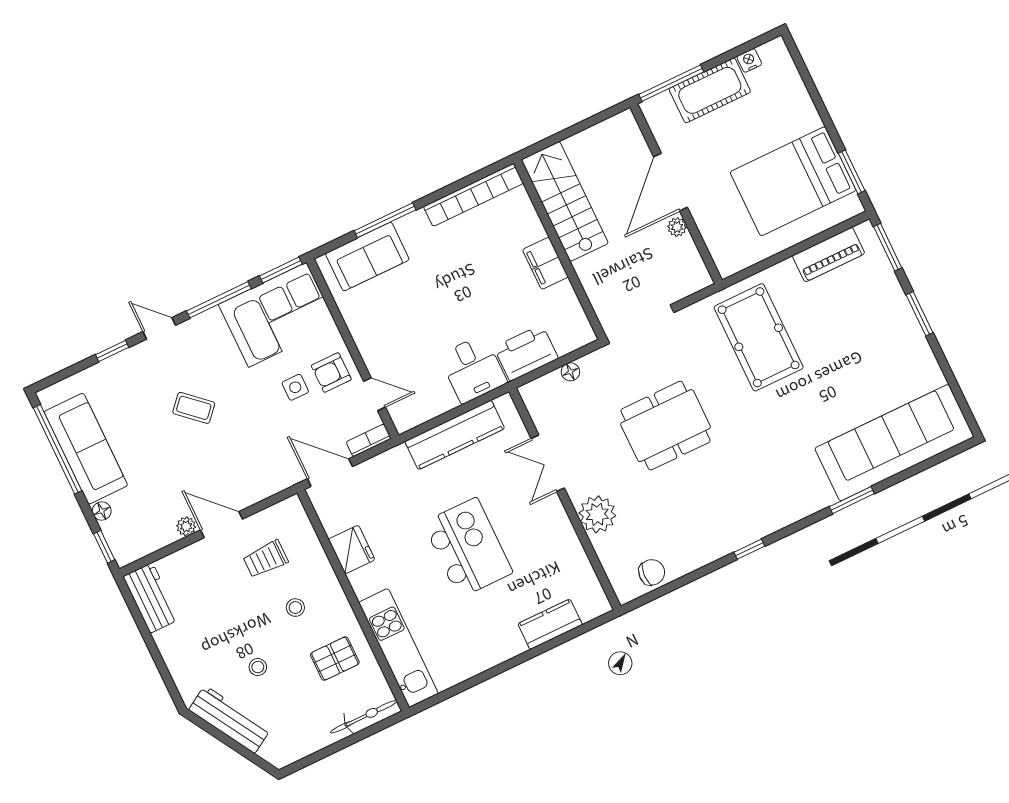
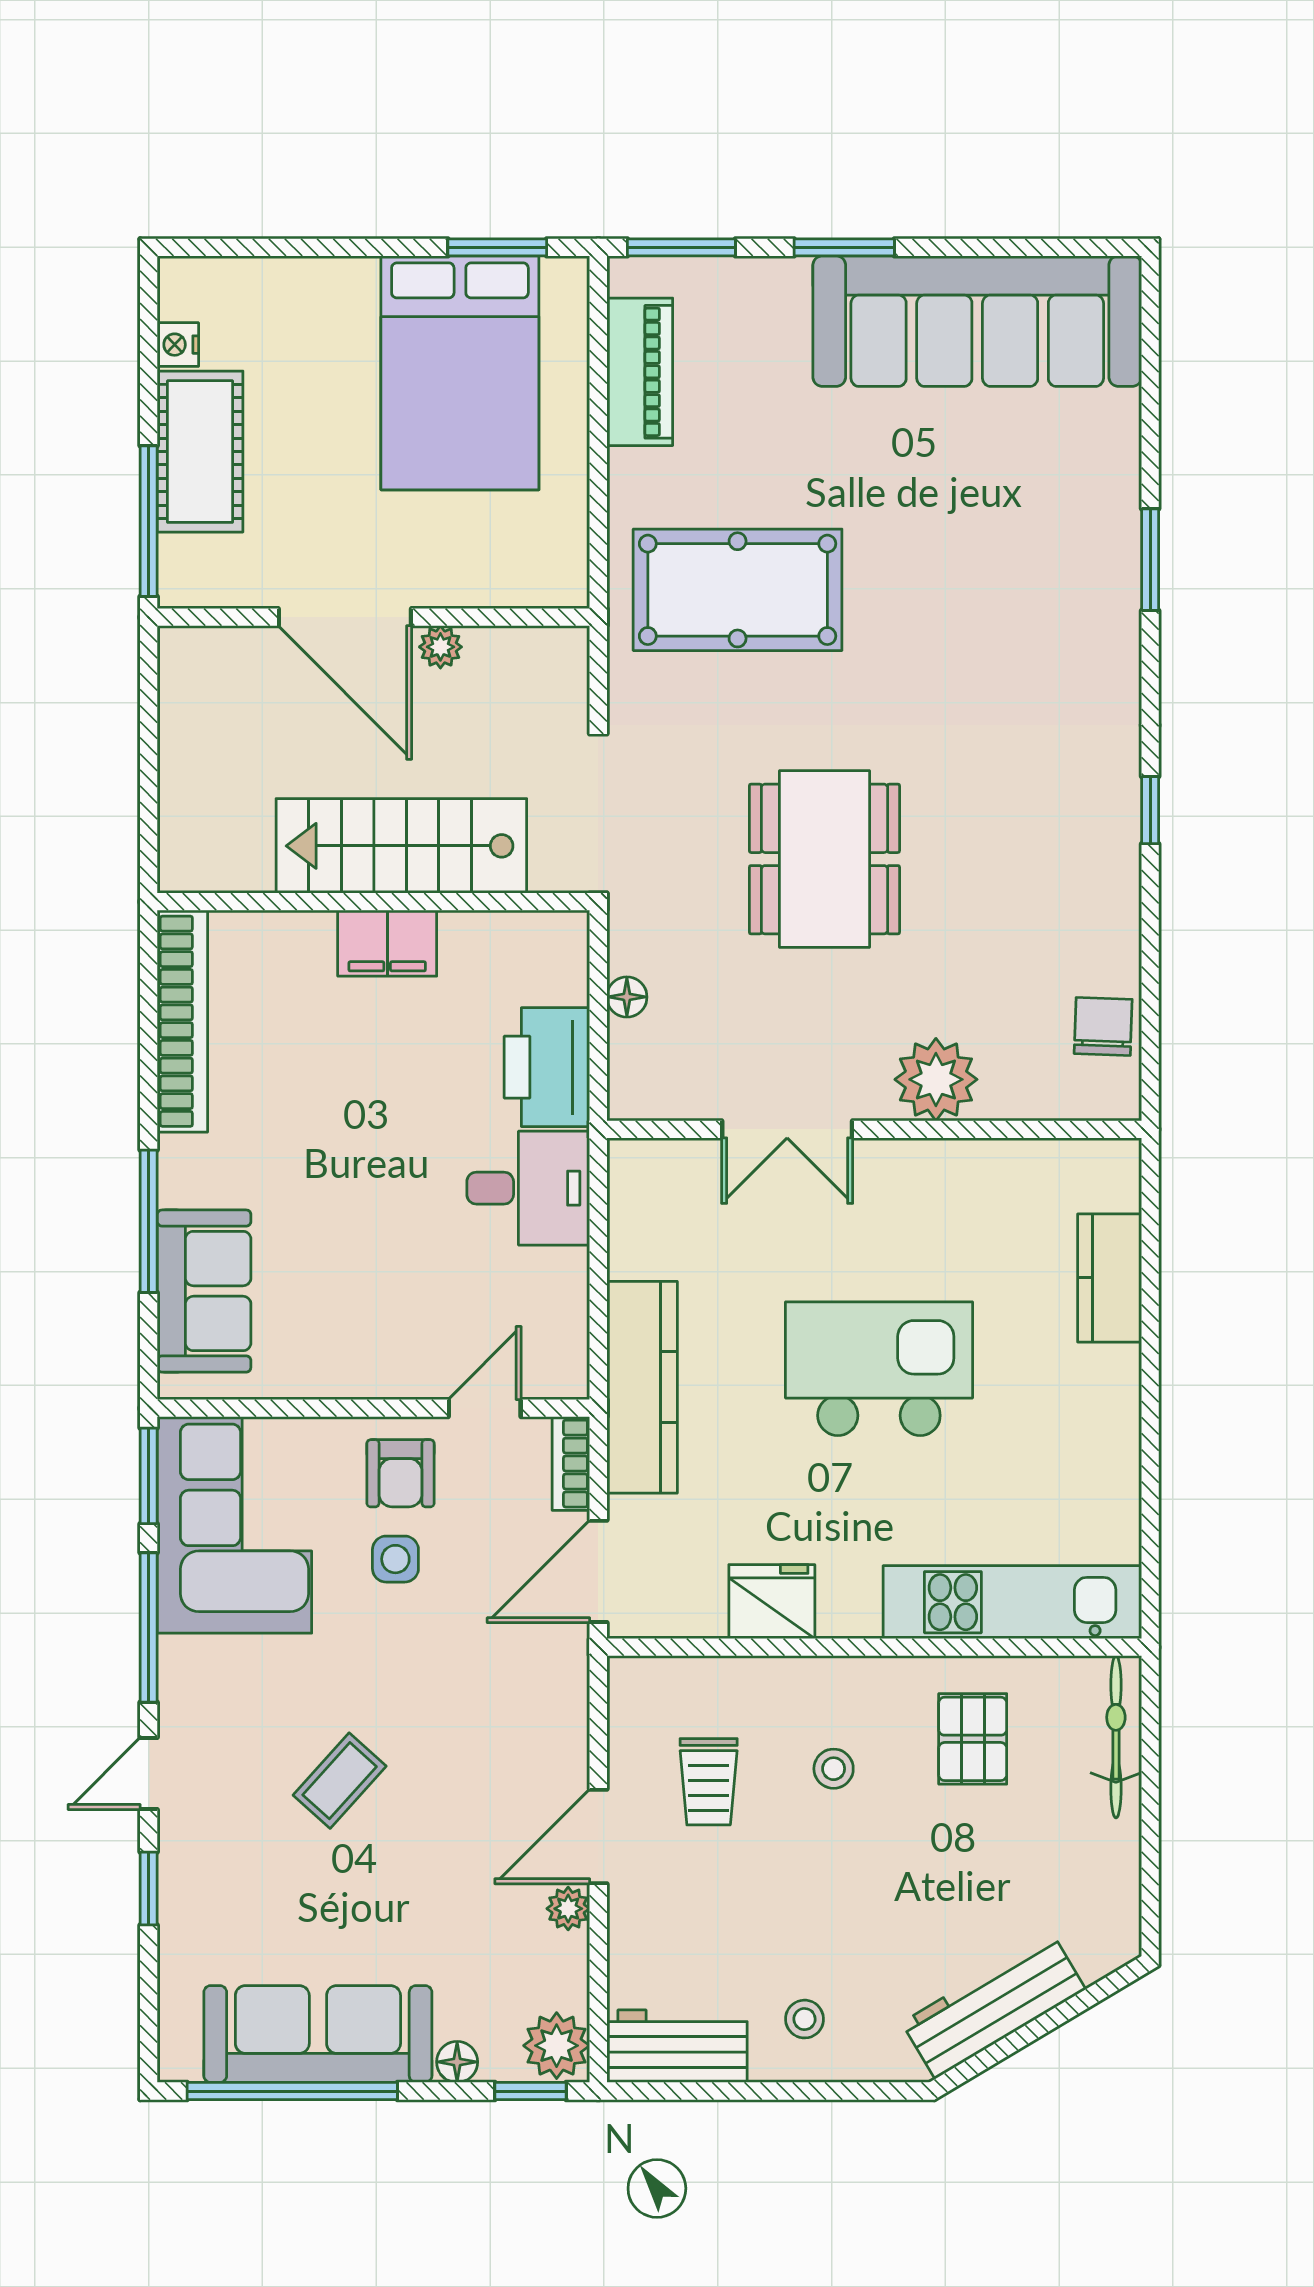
stairs: (565, 201) -> (401, 846), moved
kitchen counter: (455, 435) -> (642, 1387), moved
sofa: (894, 443) -> (977, 321), moved, turned -90
plant: (128, 548) -> (557, 2046), added
stool: (258, 667) -> (804, 2019), moved

